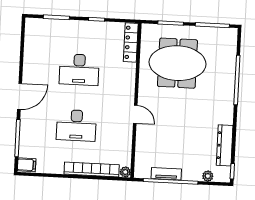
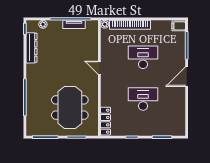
meeting table: (177, 63) -> (70, 108), turned 90

